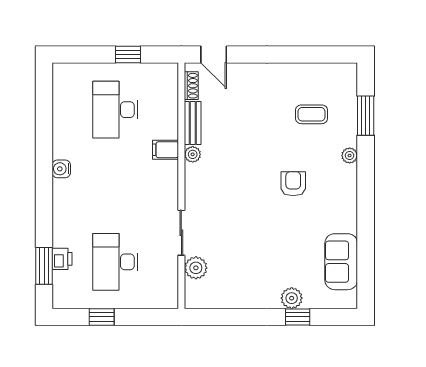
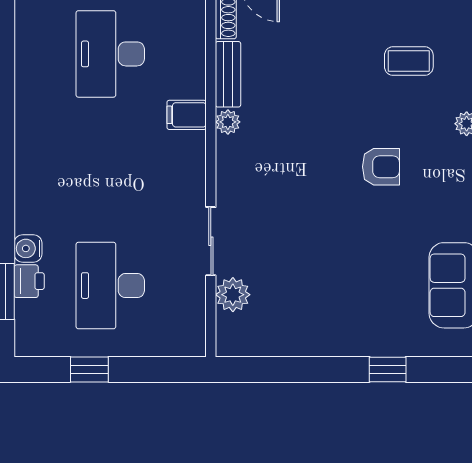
water cooler: (61, 169) -> (28, 248), moved
armchair: (293, 184) -> (381, 167), turned 90
plant: (292, 298) -> (379, 341), removed

